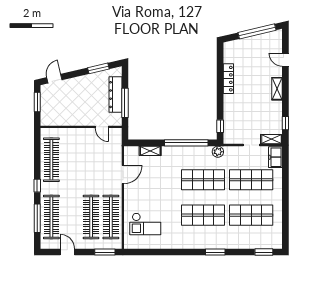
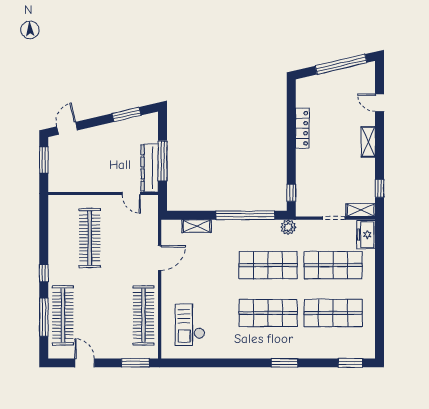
dresser: (115, 95) -> (150, 168), moved
clothes rail: (51, 160) -> (90, 238), moved
clothes rail: (91, 217) -> (117, 315), removed
checkout: (145, 224) -> (190, 325), turned 90

